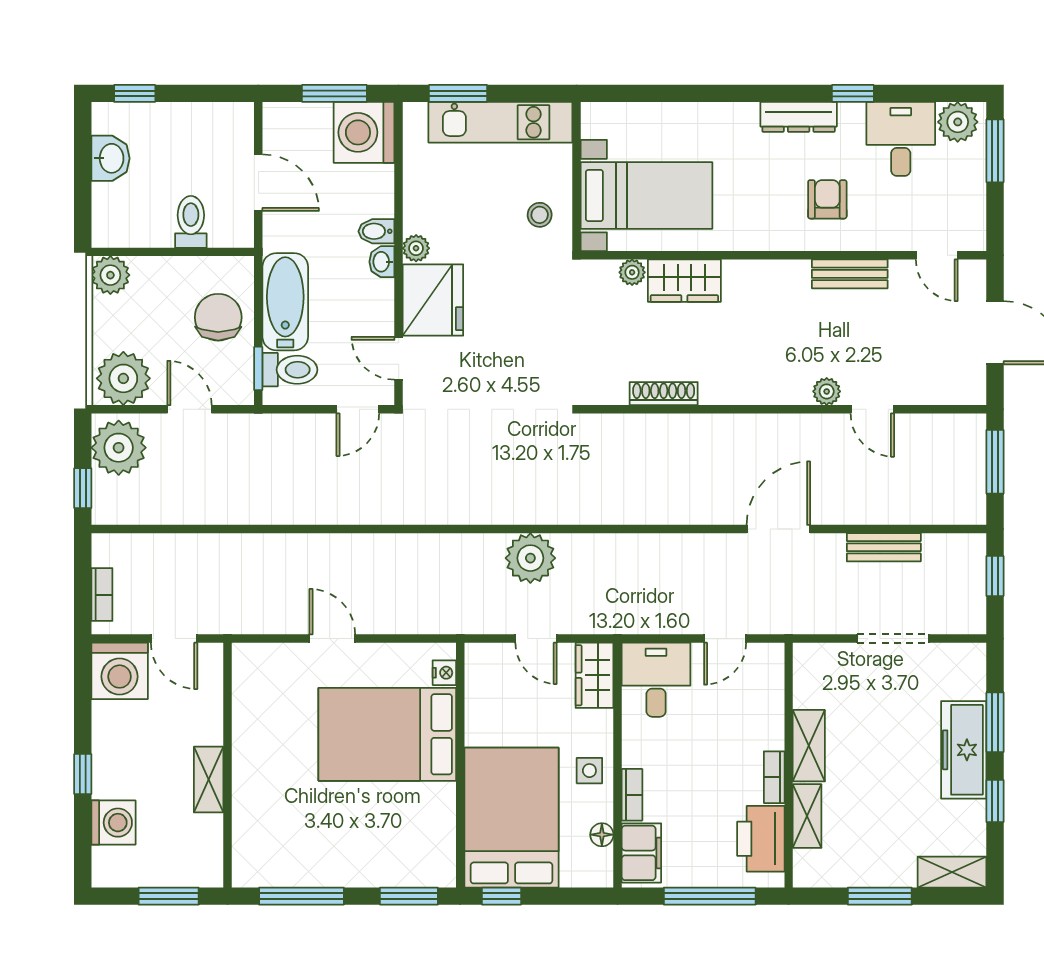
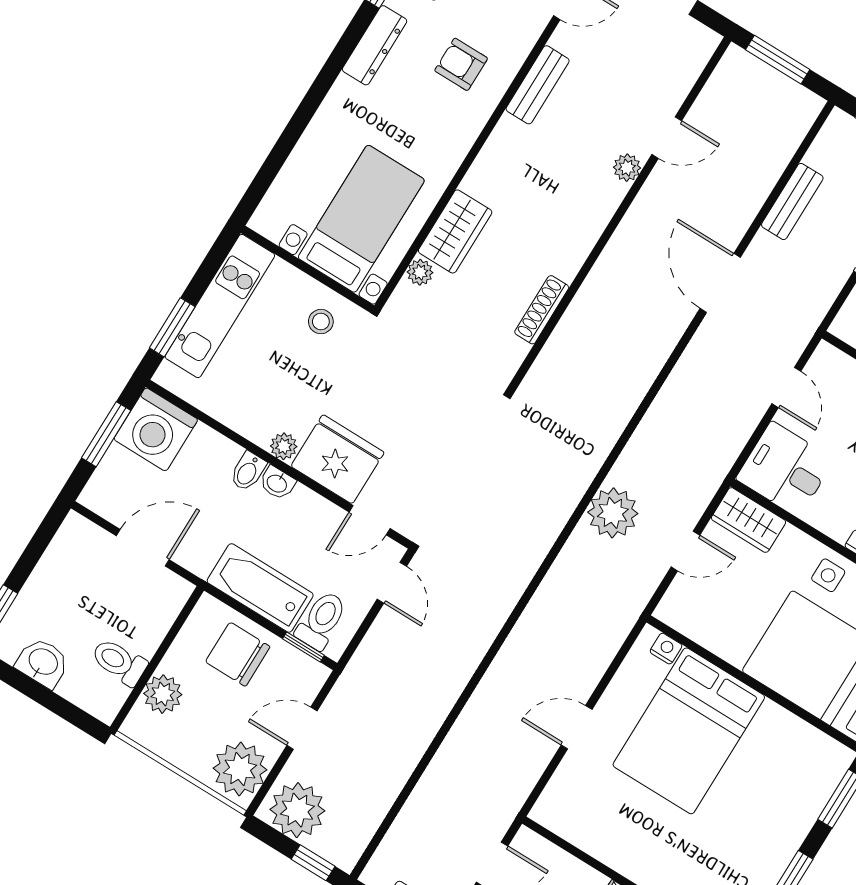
toilet: (191, 222) -> (119, 662), moved
plant: (110, 275) -> (163, 694), moved

